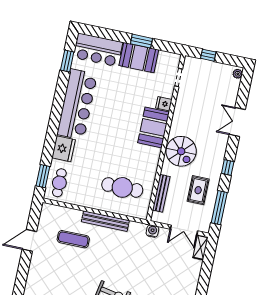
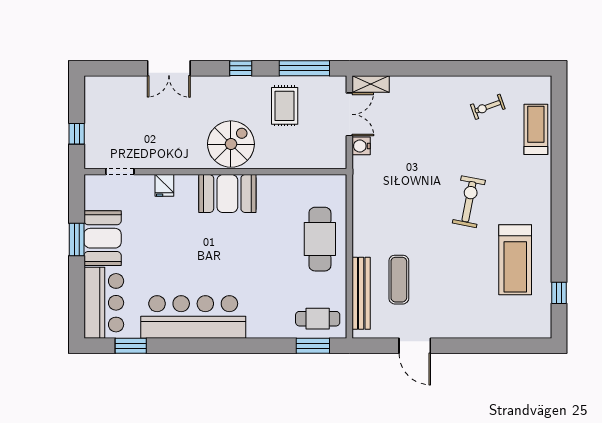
plant: (238, 74) -> (95, 83), removed
booth: (154, 127) -> (227, 194), moved
fridge: (63, 149) -> (265, 323), removed
cafe table: (122, 187) -> (320, 239), moved
rug: (198, 190) -> (285, 106), turned 90
bench: (161, 193) -> (301, 161), removed
bench: (105, 221) -> (361, 293), moved
water cooler: (152, 231) -> (361, 146), moved

